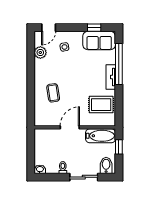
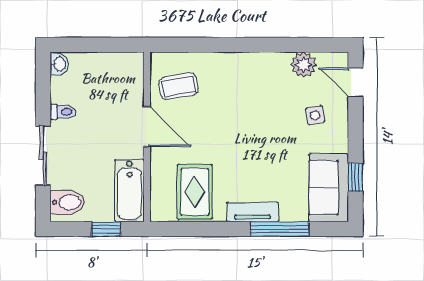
window: (119, 64) -> (279, 229), width x0.68
coffee table: (53, 93) -> (179, 86), moved

